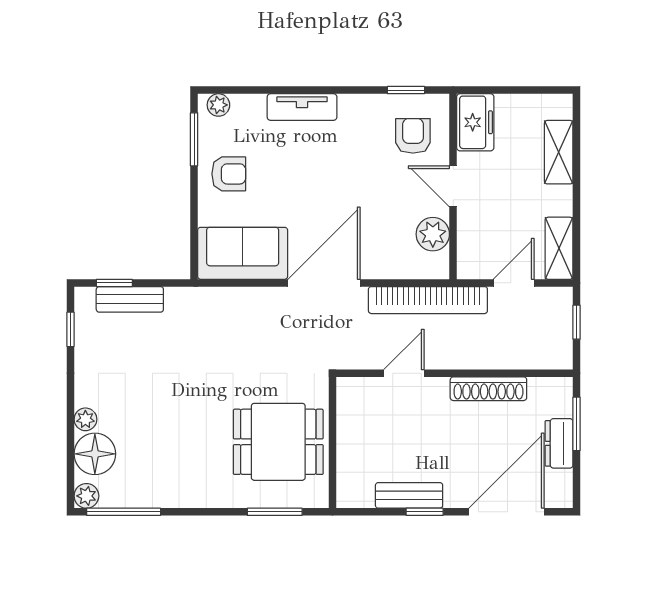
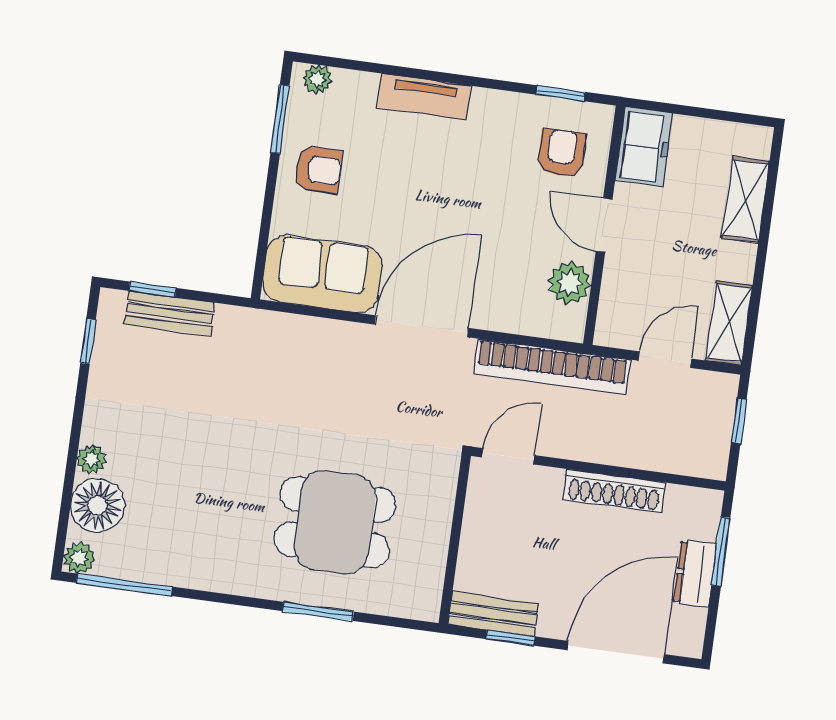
wall: (333, 443) -> (455, 540), moved

